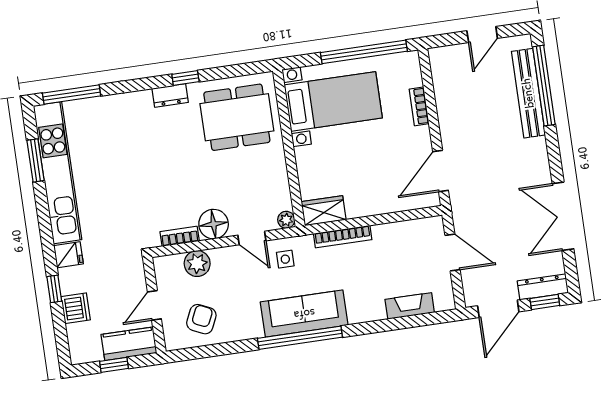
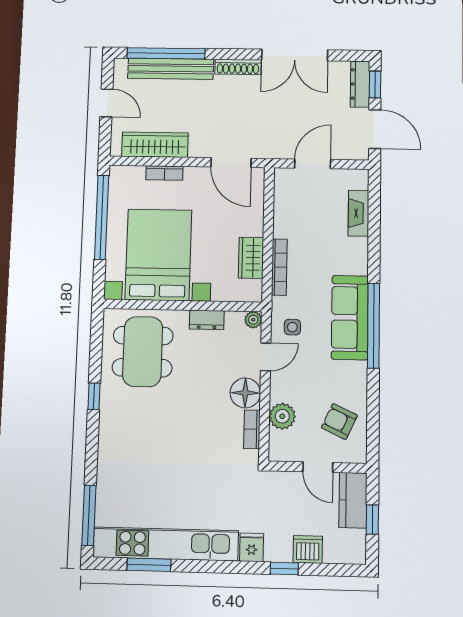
wardrobe: (447, 92) -> (155, 145), added
dresser: (170, 95) -> (207, 320), moved, turned 90
bed with nightstands: (333, 101) -> (158, 255), width x1.36
shoe rack: (541, 161) -> (238, 67), added
wardrobe: (324, 211) -> (251, 258), moved

